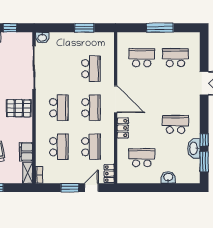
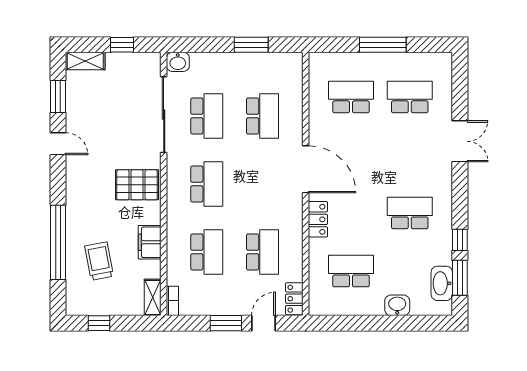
school desk: (91, 108) -> (207, 116), moved
washbasin: (194, 148) -> (442, 283), moved
filing cabinet: (26, 152) -> (150, 242), moved

